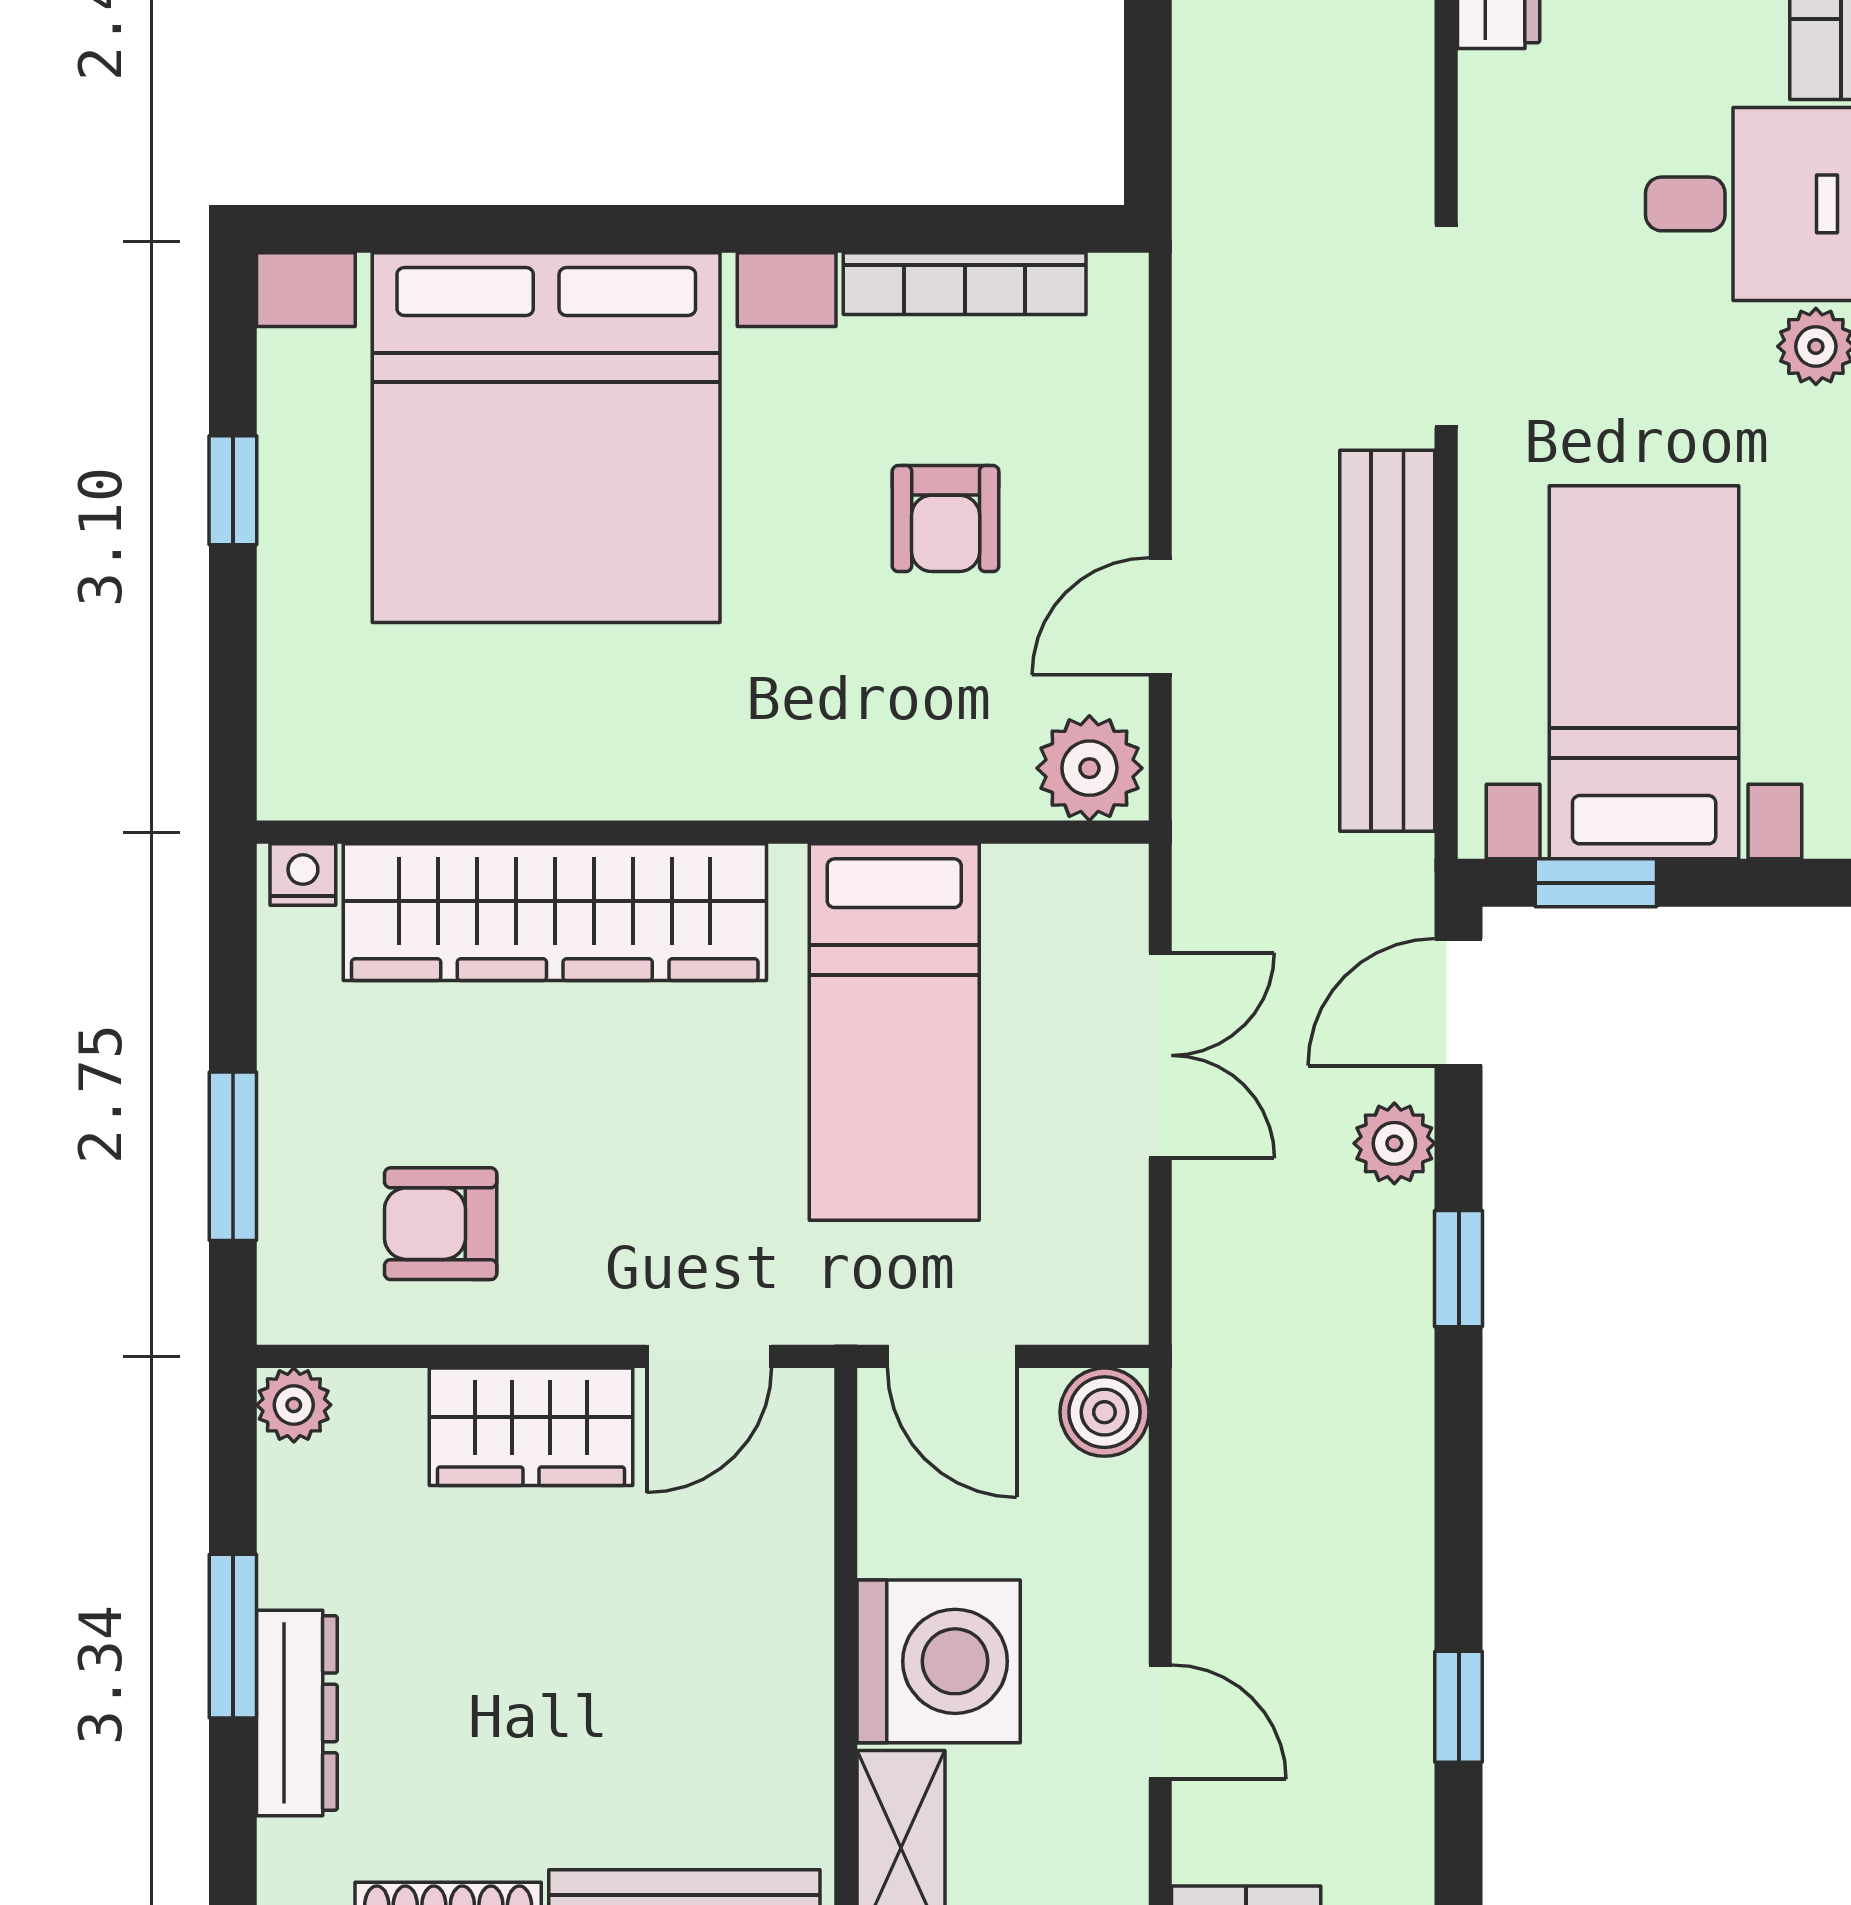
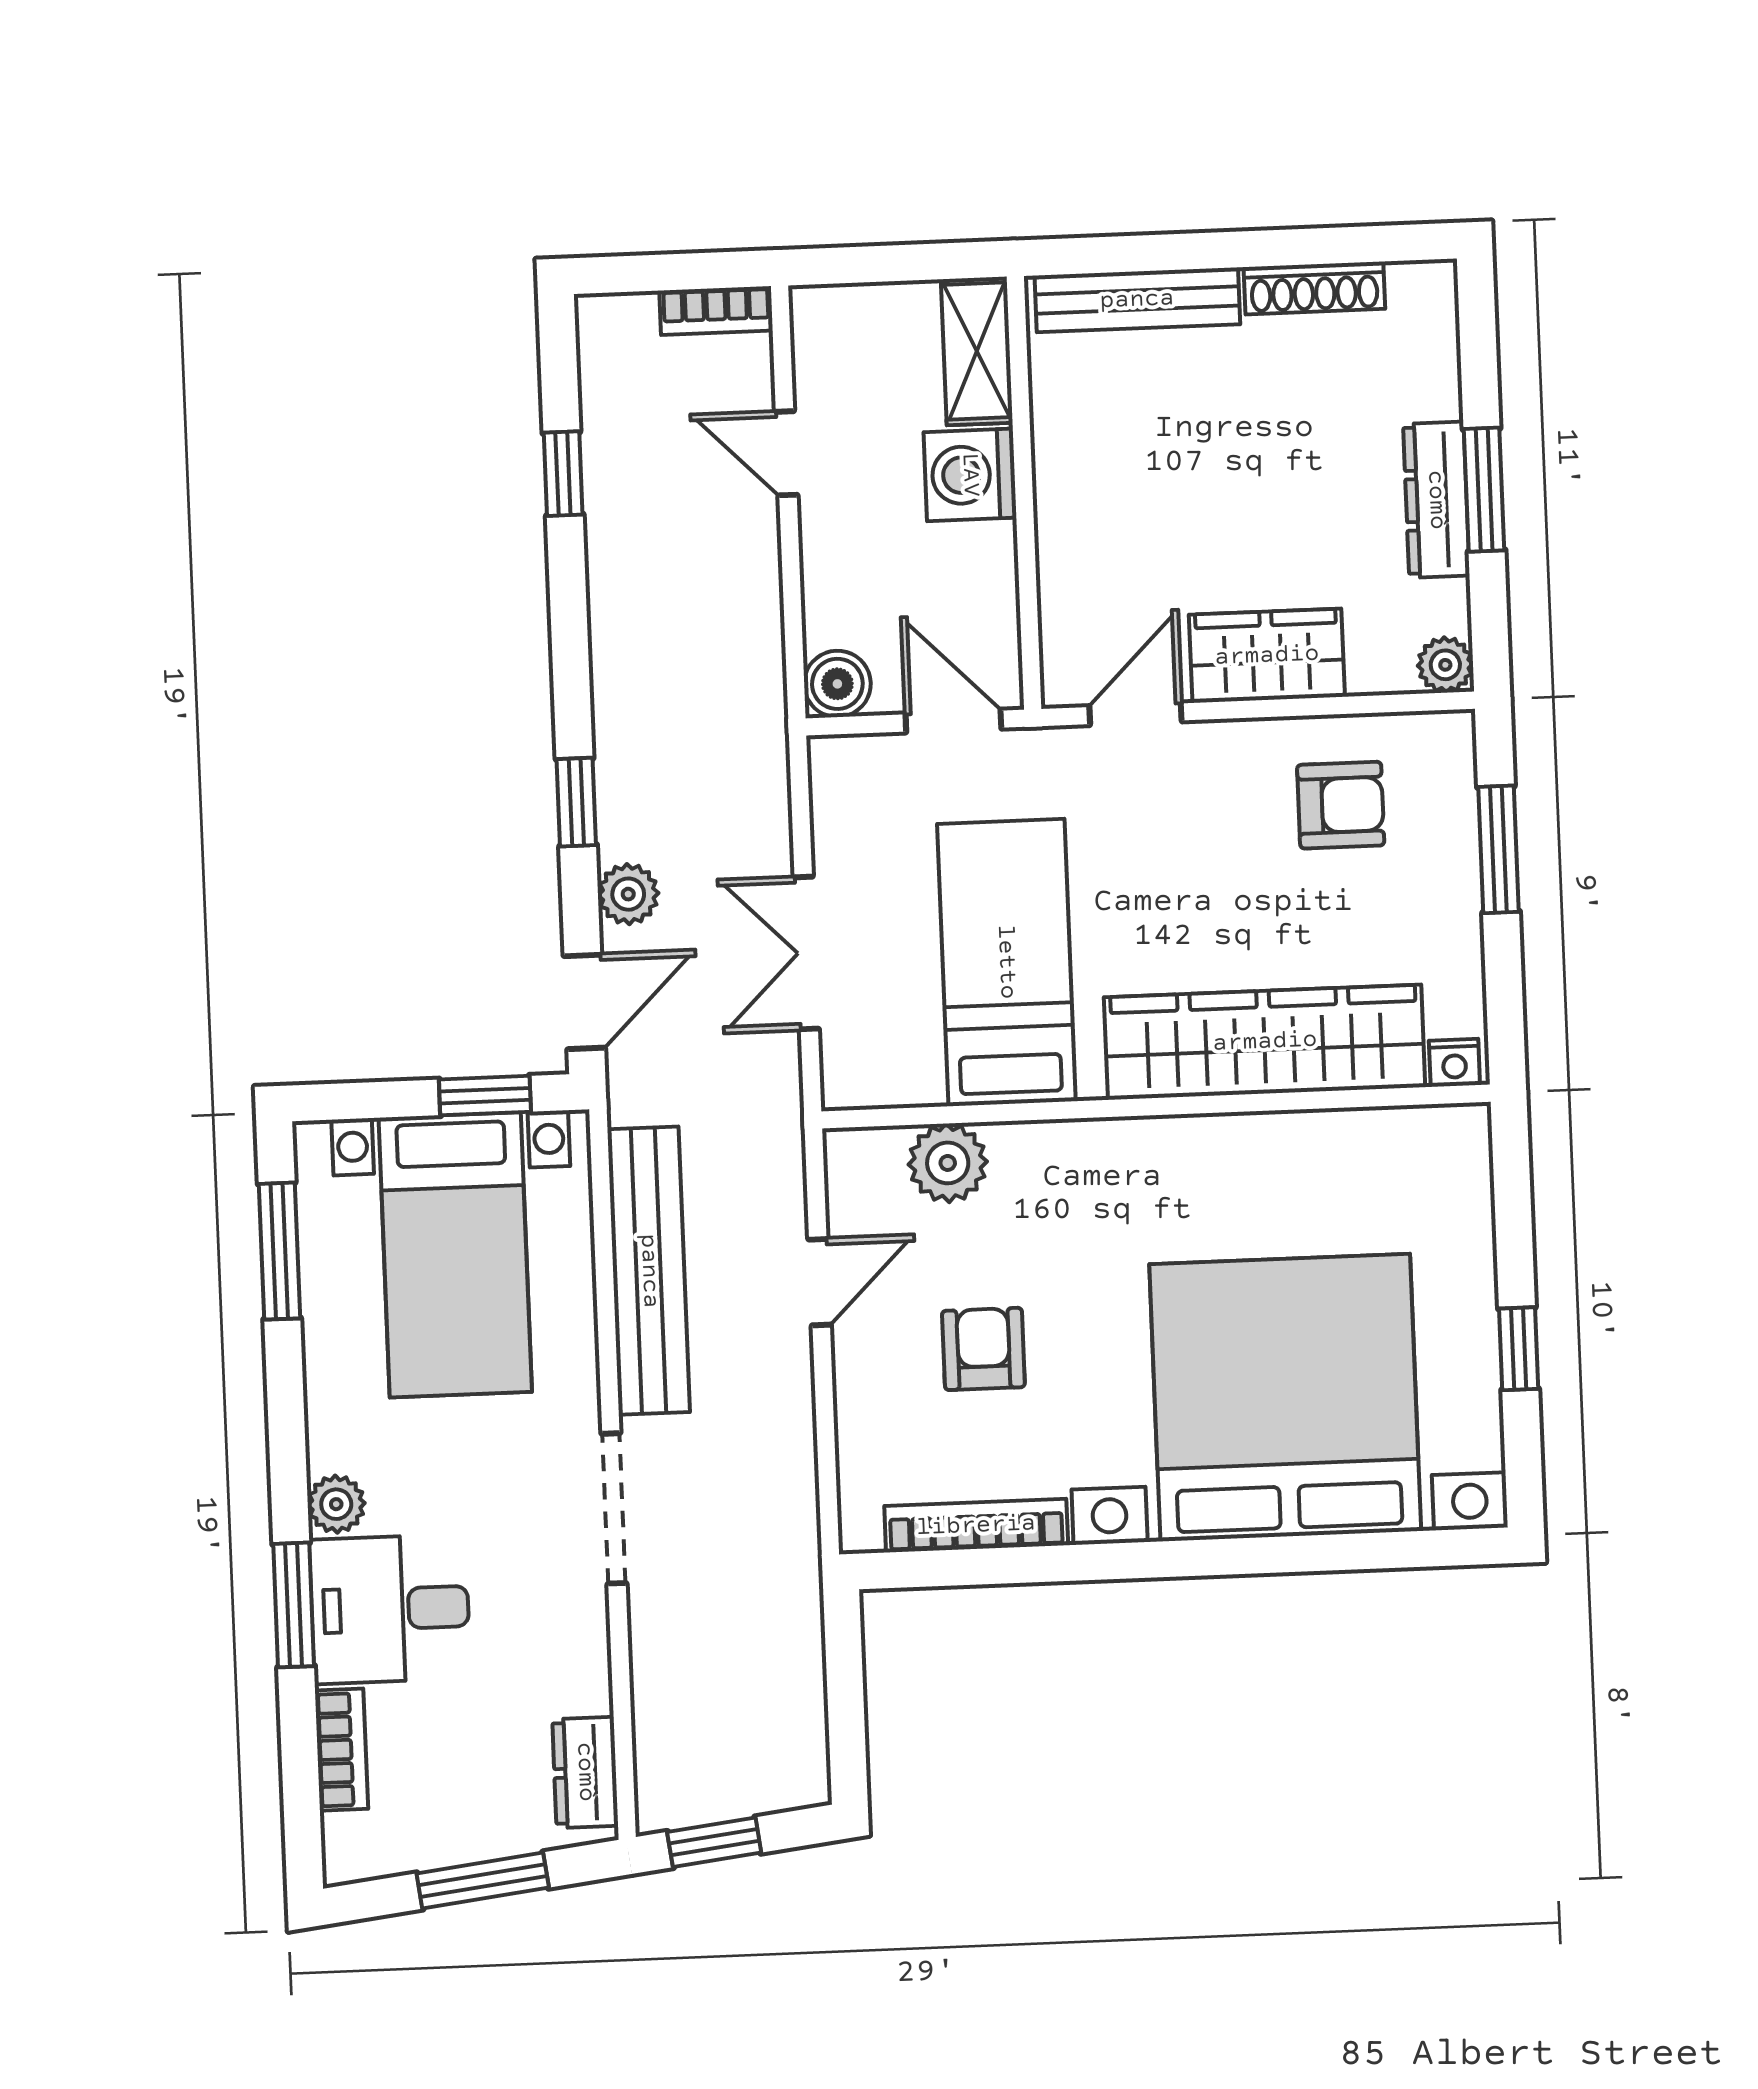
plant: (1089, 768) -> (948, 1163), moved
washing machine: (939, 1661) -> (970, 475), width x0.73, depth x0.73
dresser: (297, 1713) -> (1436, 500), moved

